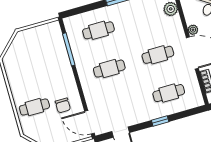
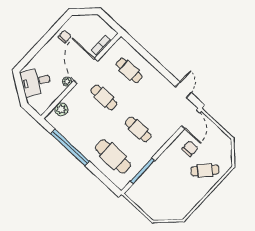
cafe table: (98, 30) -> (113, 156), width x1.37, depth x1.35
cafe table: (34, 107) -> (205, 170), turned -48
window: (160, 121) -> (155, 64), removed

